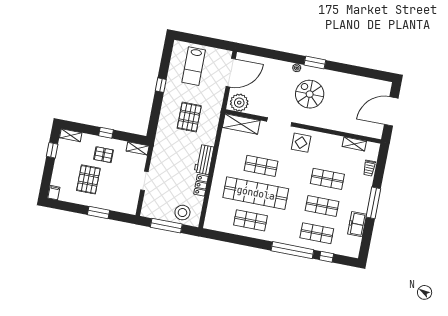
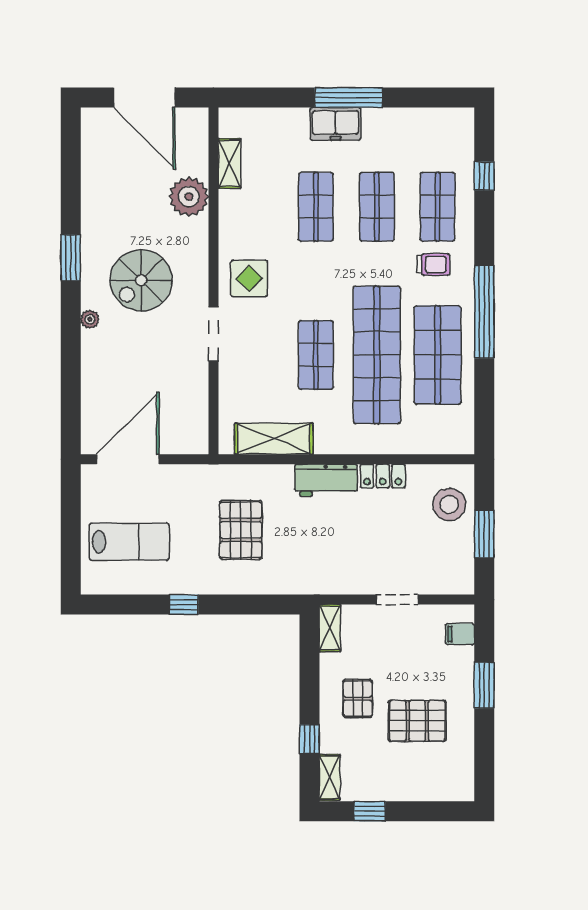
window: (315, 62) -> (71, 258), moved
door: (231, 73) -> (128, 459), hinge flipped
plant: (239, 103) -> (189, 197), moved
pallet: (189, 117) -> (241, 530), turned 90
shelving: (241, 124) -> (274, 439), moved, turned 90
window: (106, 133) -> (309, 739), moved
trolley: (369, 168) -> (434, 264), moved
filing cabinet: (54, 193) -> (460, 634), moved
shop shelf: (250, 220) -> (438, 355), width x1.43, depth x1.36
freezer: (357, 224) -> (335, 124), moved
window: (166, 226) -> (484, 534), width x0.69
window: (292, 250) -> (484, 312), moved

